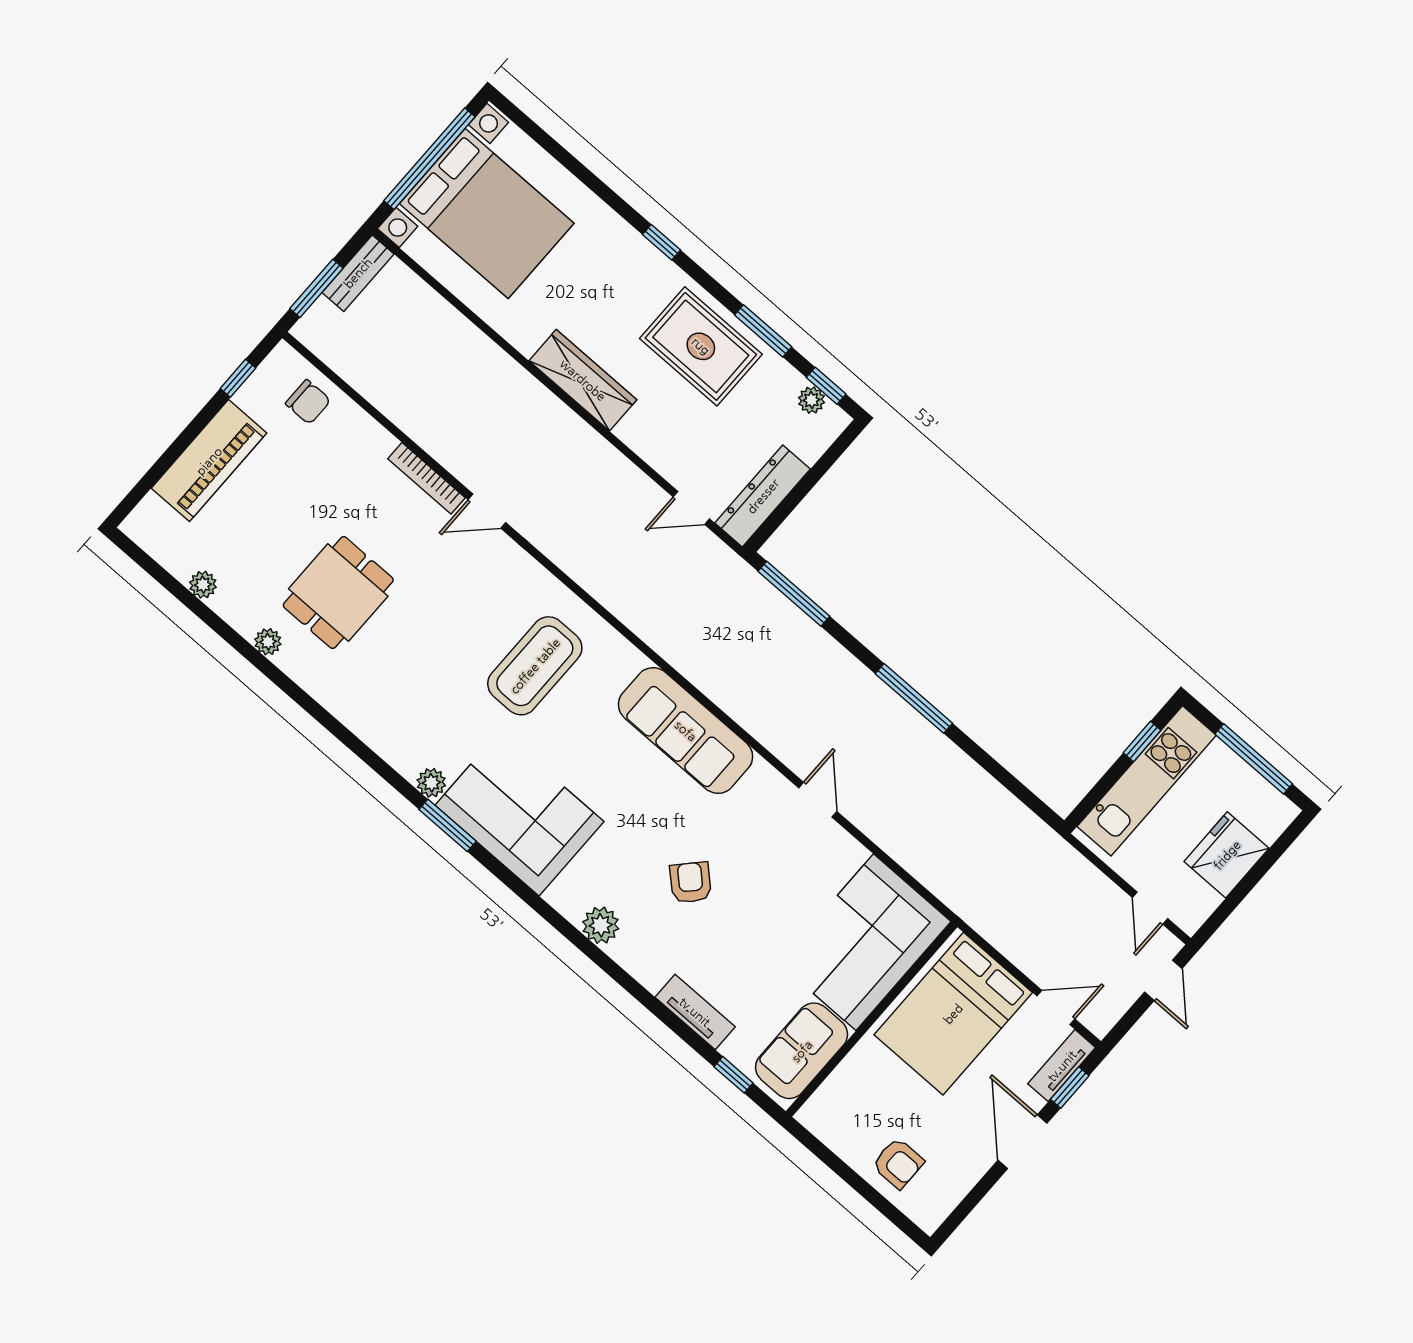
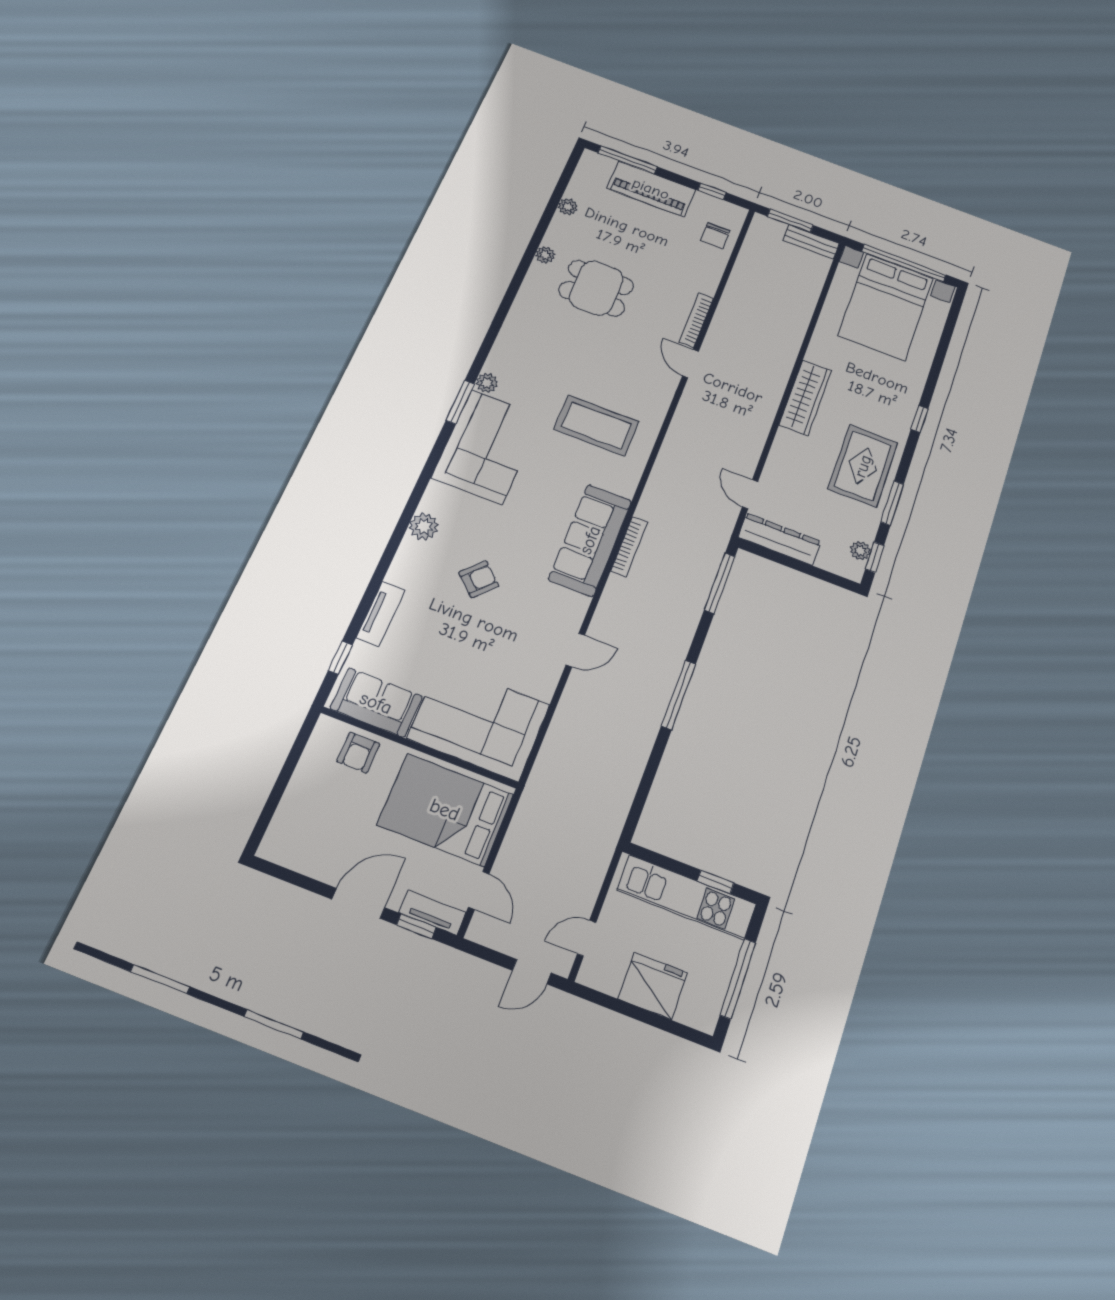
window: (153, 475) -> (628, 160), added
bookcase: (710, 686) -> (629, 546), added
armchair: (898, 1163) -> (358, 753), moved

